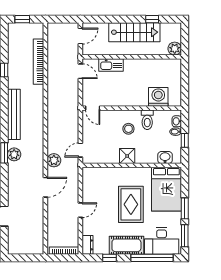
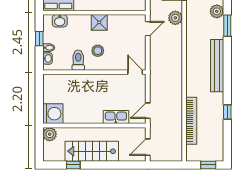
door: (80, 71) -> (148, 111), hinge flipped
washing machine: (158, 97) -> (53, 114), moved, turned -90
plant: (14, 154) -> (217, 11), moved

